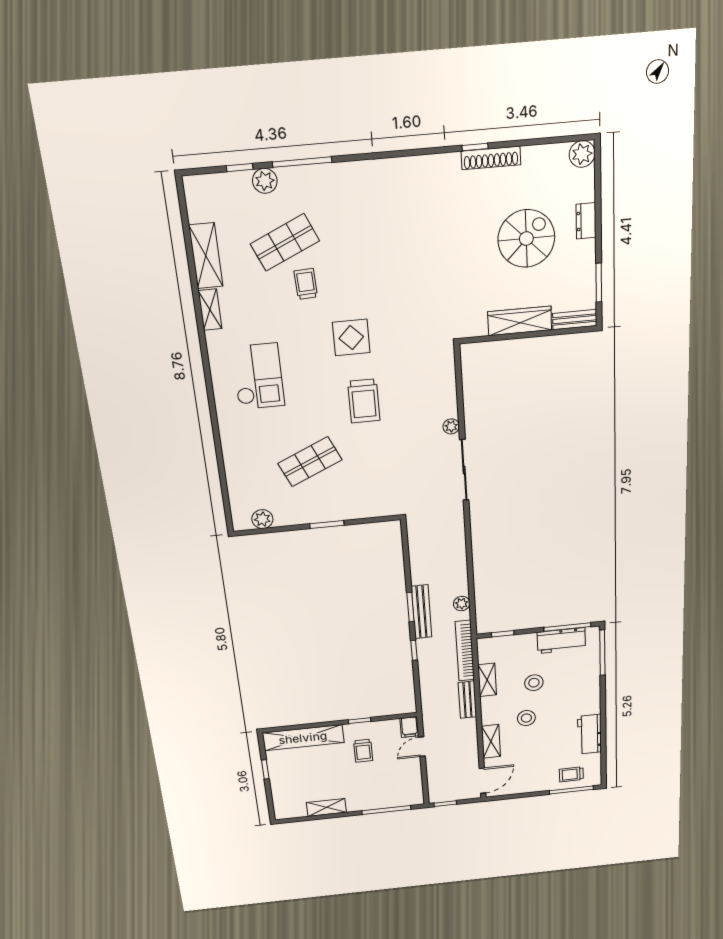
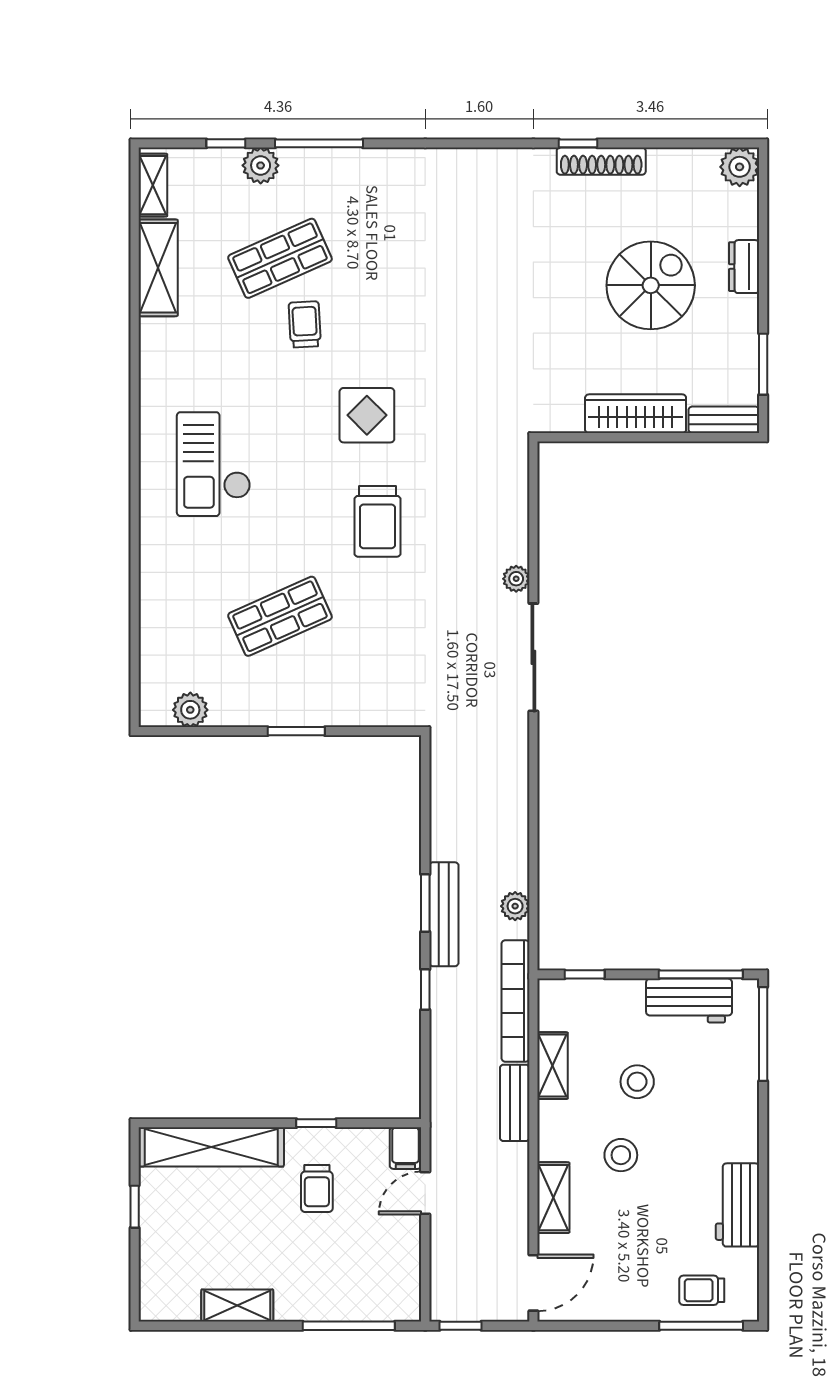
shelving: (210, 310) -> (153, 185), moved
checkout: (258, 376) -> (214, 464), turned 180

